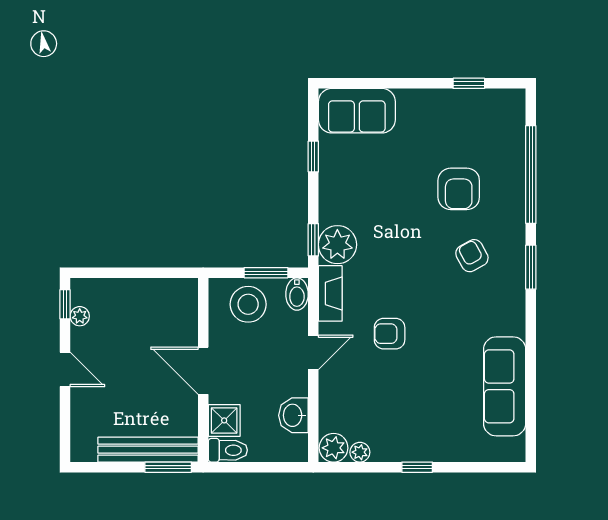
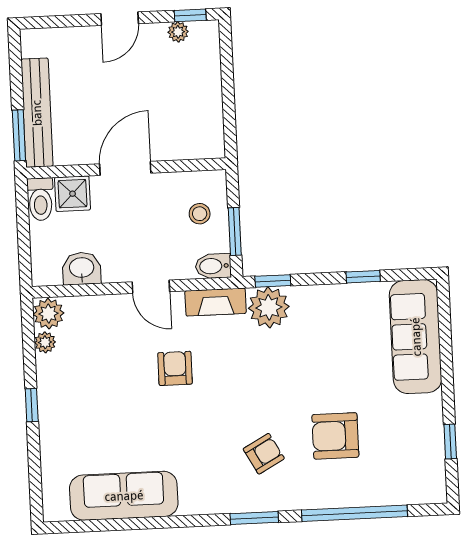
sofa: (357, 111) -> (416, 337), width x1.36
stool: (248, 304) -> (200, 214), width x0.53, depth x0.53

